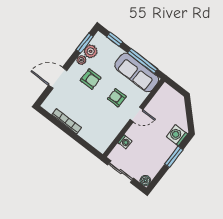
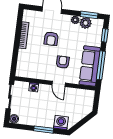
armchair: (91, 79) -> (51, 39), moved

